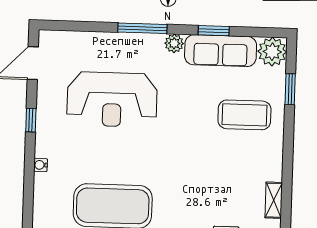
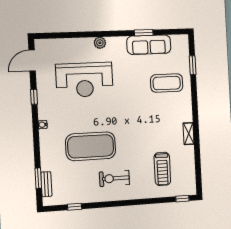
window: (142, 28) -> (100, 34), removed
plant: (174, 43) -> (100, 43), moved
plant: (272, 52) -> (180, 43), removed

